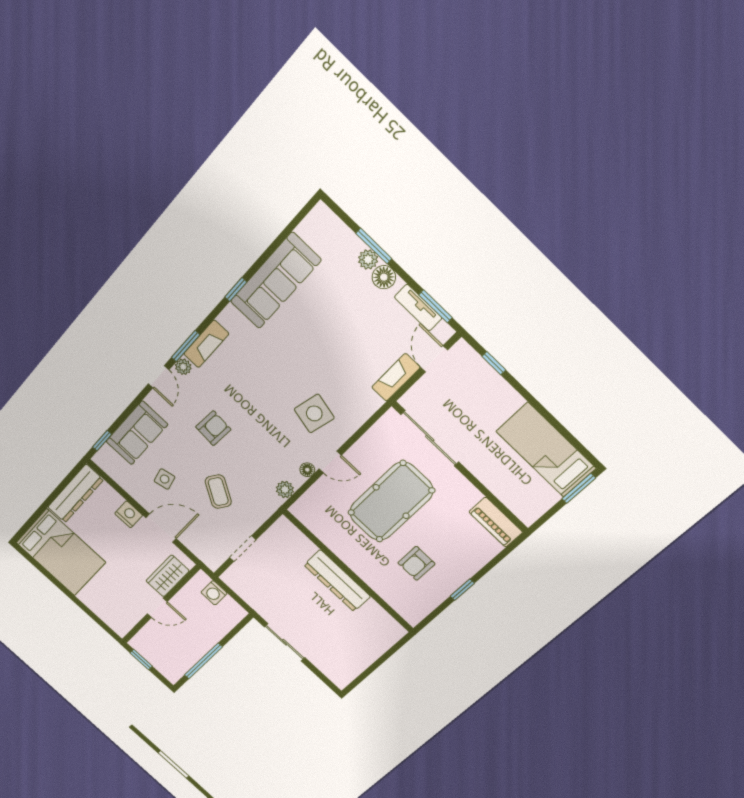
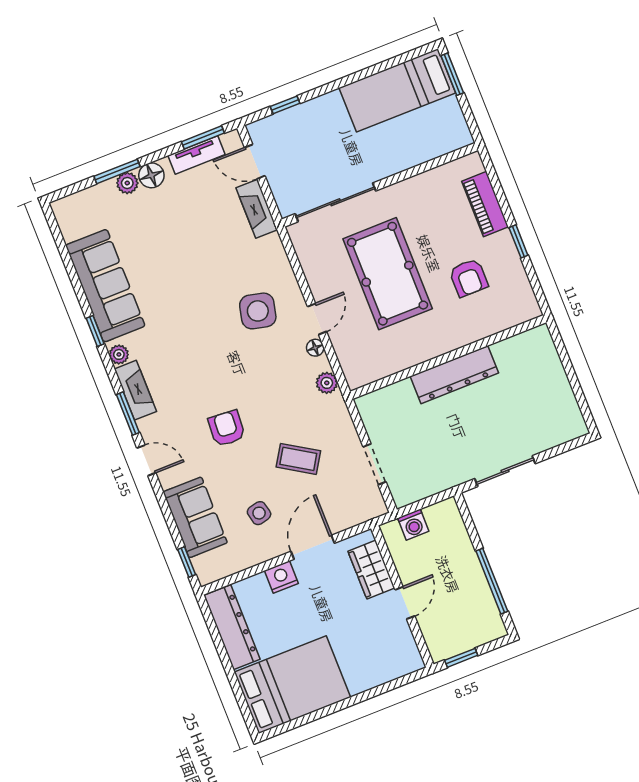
plant: (183, 367) -> (119, 354), moved
piano: (496, 522) -> (485, 204), moved, turned 90

